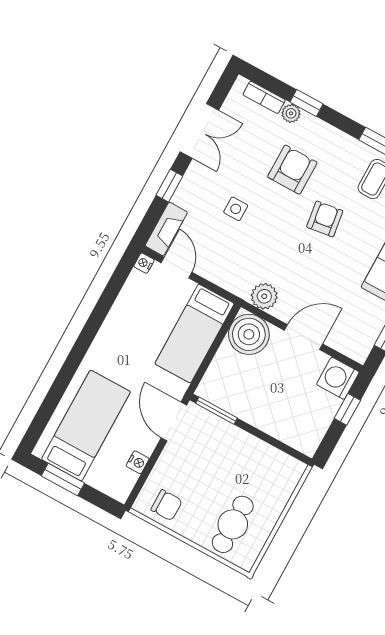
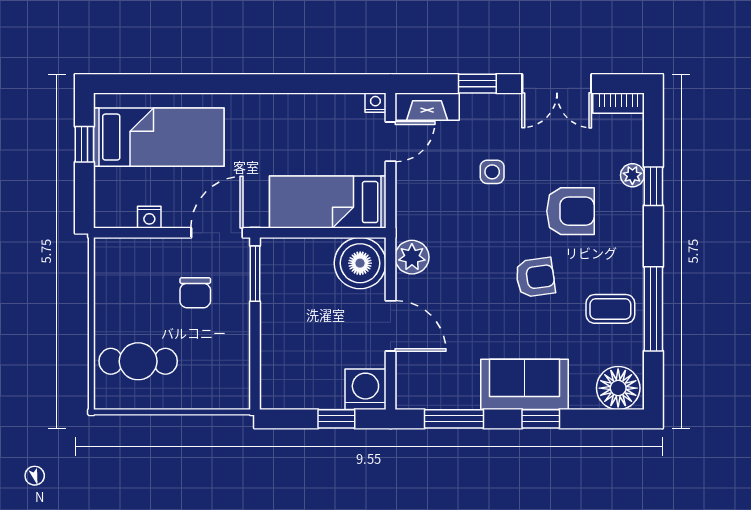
bookcase: (264, 97) -> (618, 103), moved, turned -90
window: (63, 479) -> (84, 144), width x0.67
chair: (167, 505) -> (195, 293), moved

